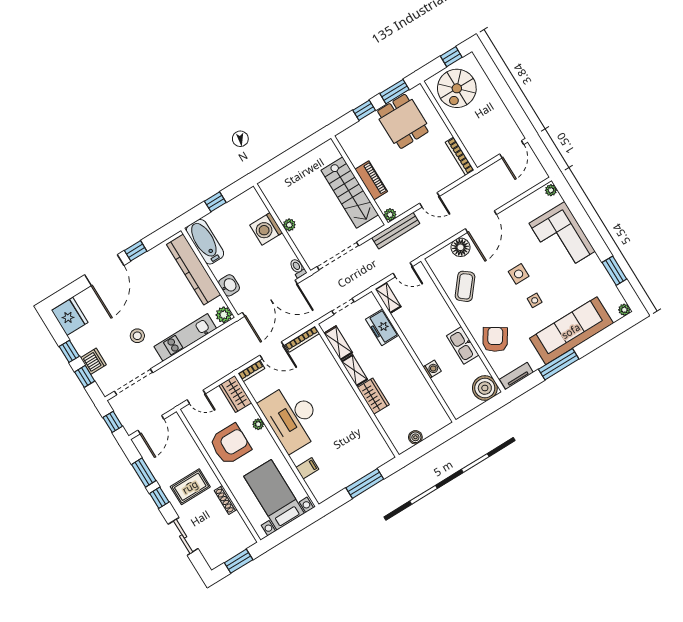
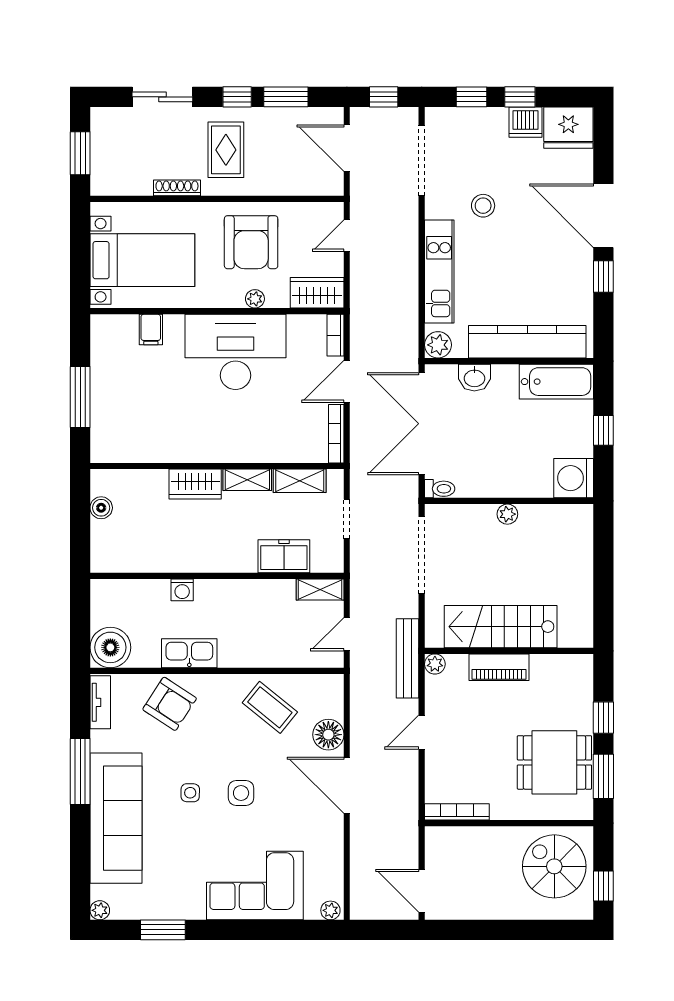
washing machine: (266, 229) -> (574, 478), moved, turned -90
dishwasher: (93, 361) -> (526, 122), moved

